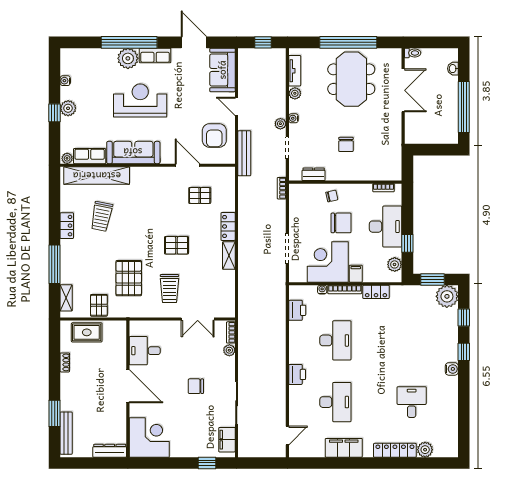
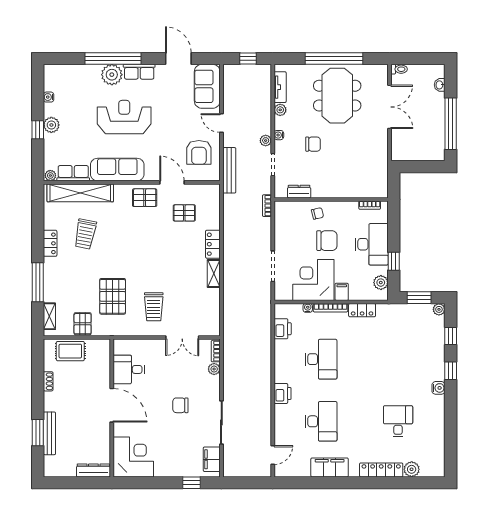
chair: (346, 144) -> (313, 144), moved, turned -90
pallet: (177, 245) -> (145, 198), moved
plant: (447, 296) -> (439, 309), width x0.53, depth x0.53
bench: (66, 433) -> (49, 433), moved

